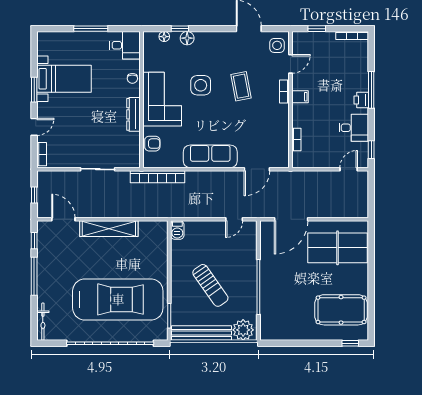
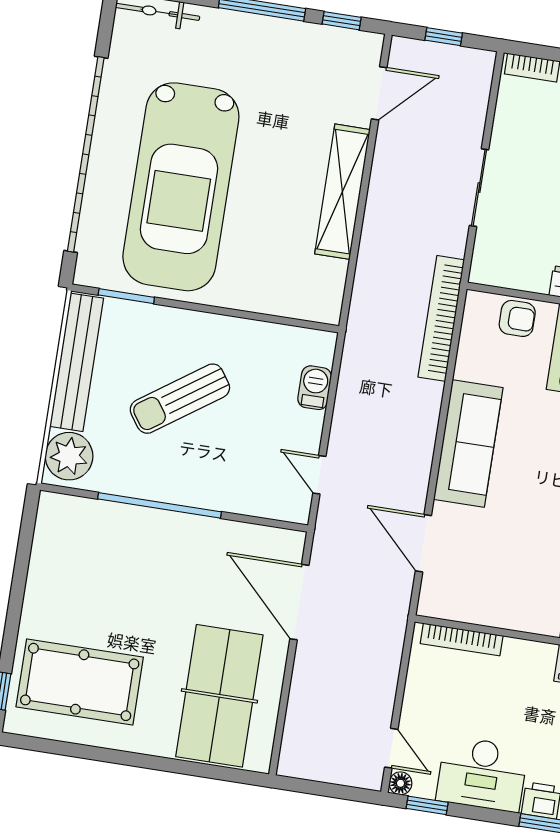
desk: (354, 128) -> (482, 774), width x1.37
bookcase: (296, 139) -> (462, 640), width x1.56
armchair: (152, 144) -> (517, 318), turned -90
floor lamp: (363, 163) -> (400, 783), added
barbecue: (177, 230) -> (315, 388), moved, turned 90
pool table: (341, 310) -> (80, 682), turned 90

